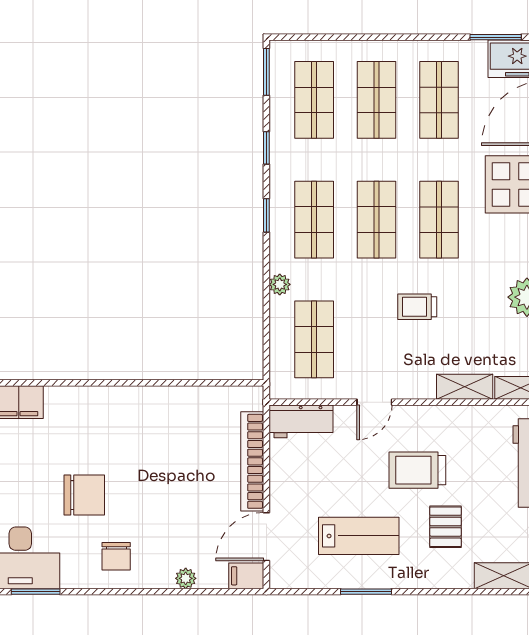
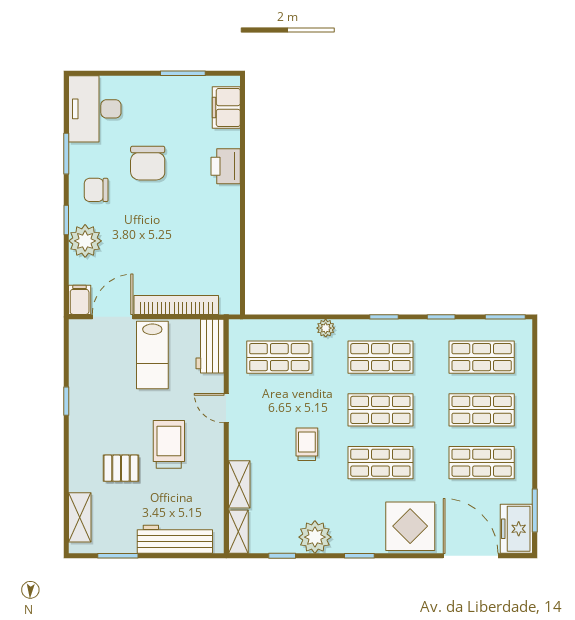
printer: (88, 403) -> (226, 166), added
lab bench: (359, 536) -> (152, 355), moved
door: (266, 537) -> (113, 317), hinge flipped
plant: (186, 578) -> (85, 241), width x1.87, depth x1.87
window: (36, 592) -> (66, 154), moved
window: (152, 592) -> (66, 220), added
window: (366, 592) -> (66, 401), width x0.67

